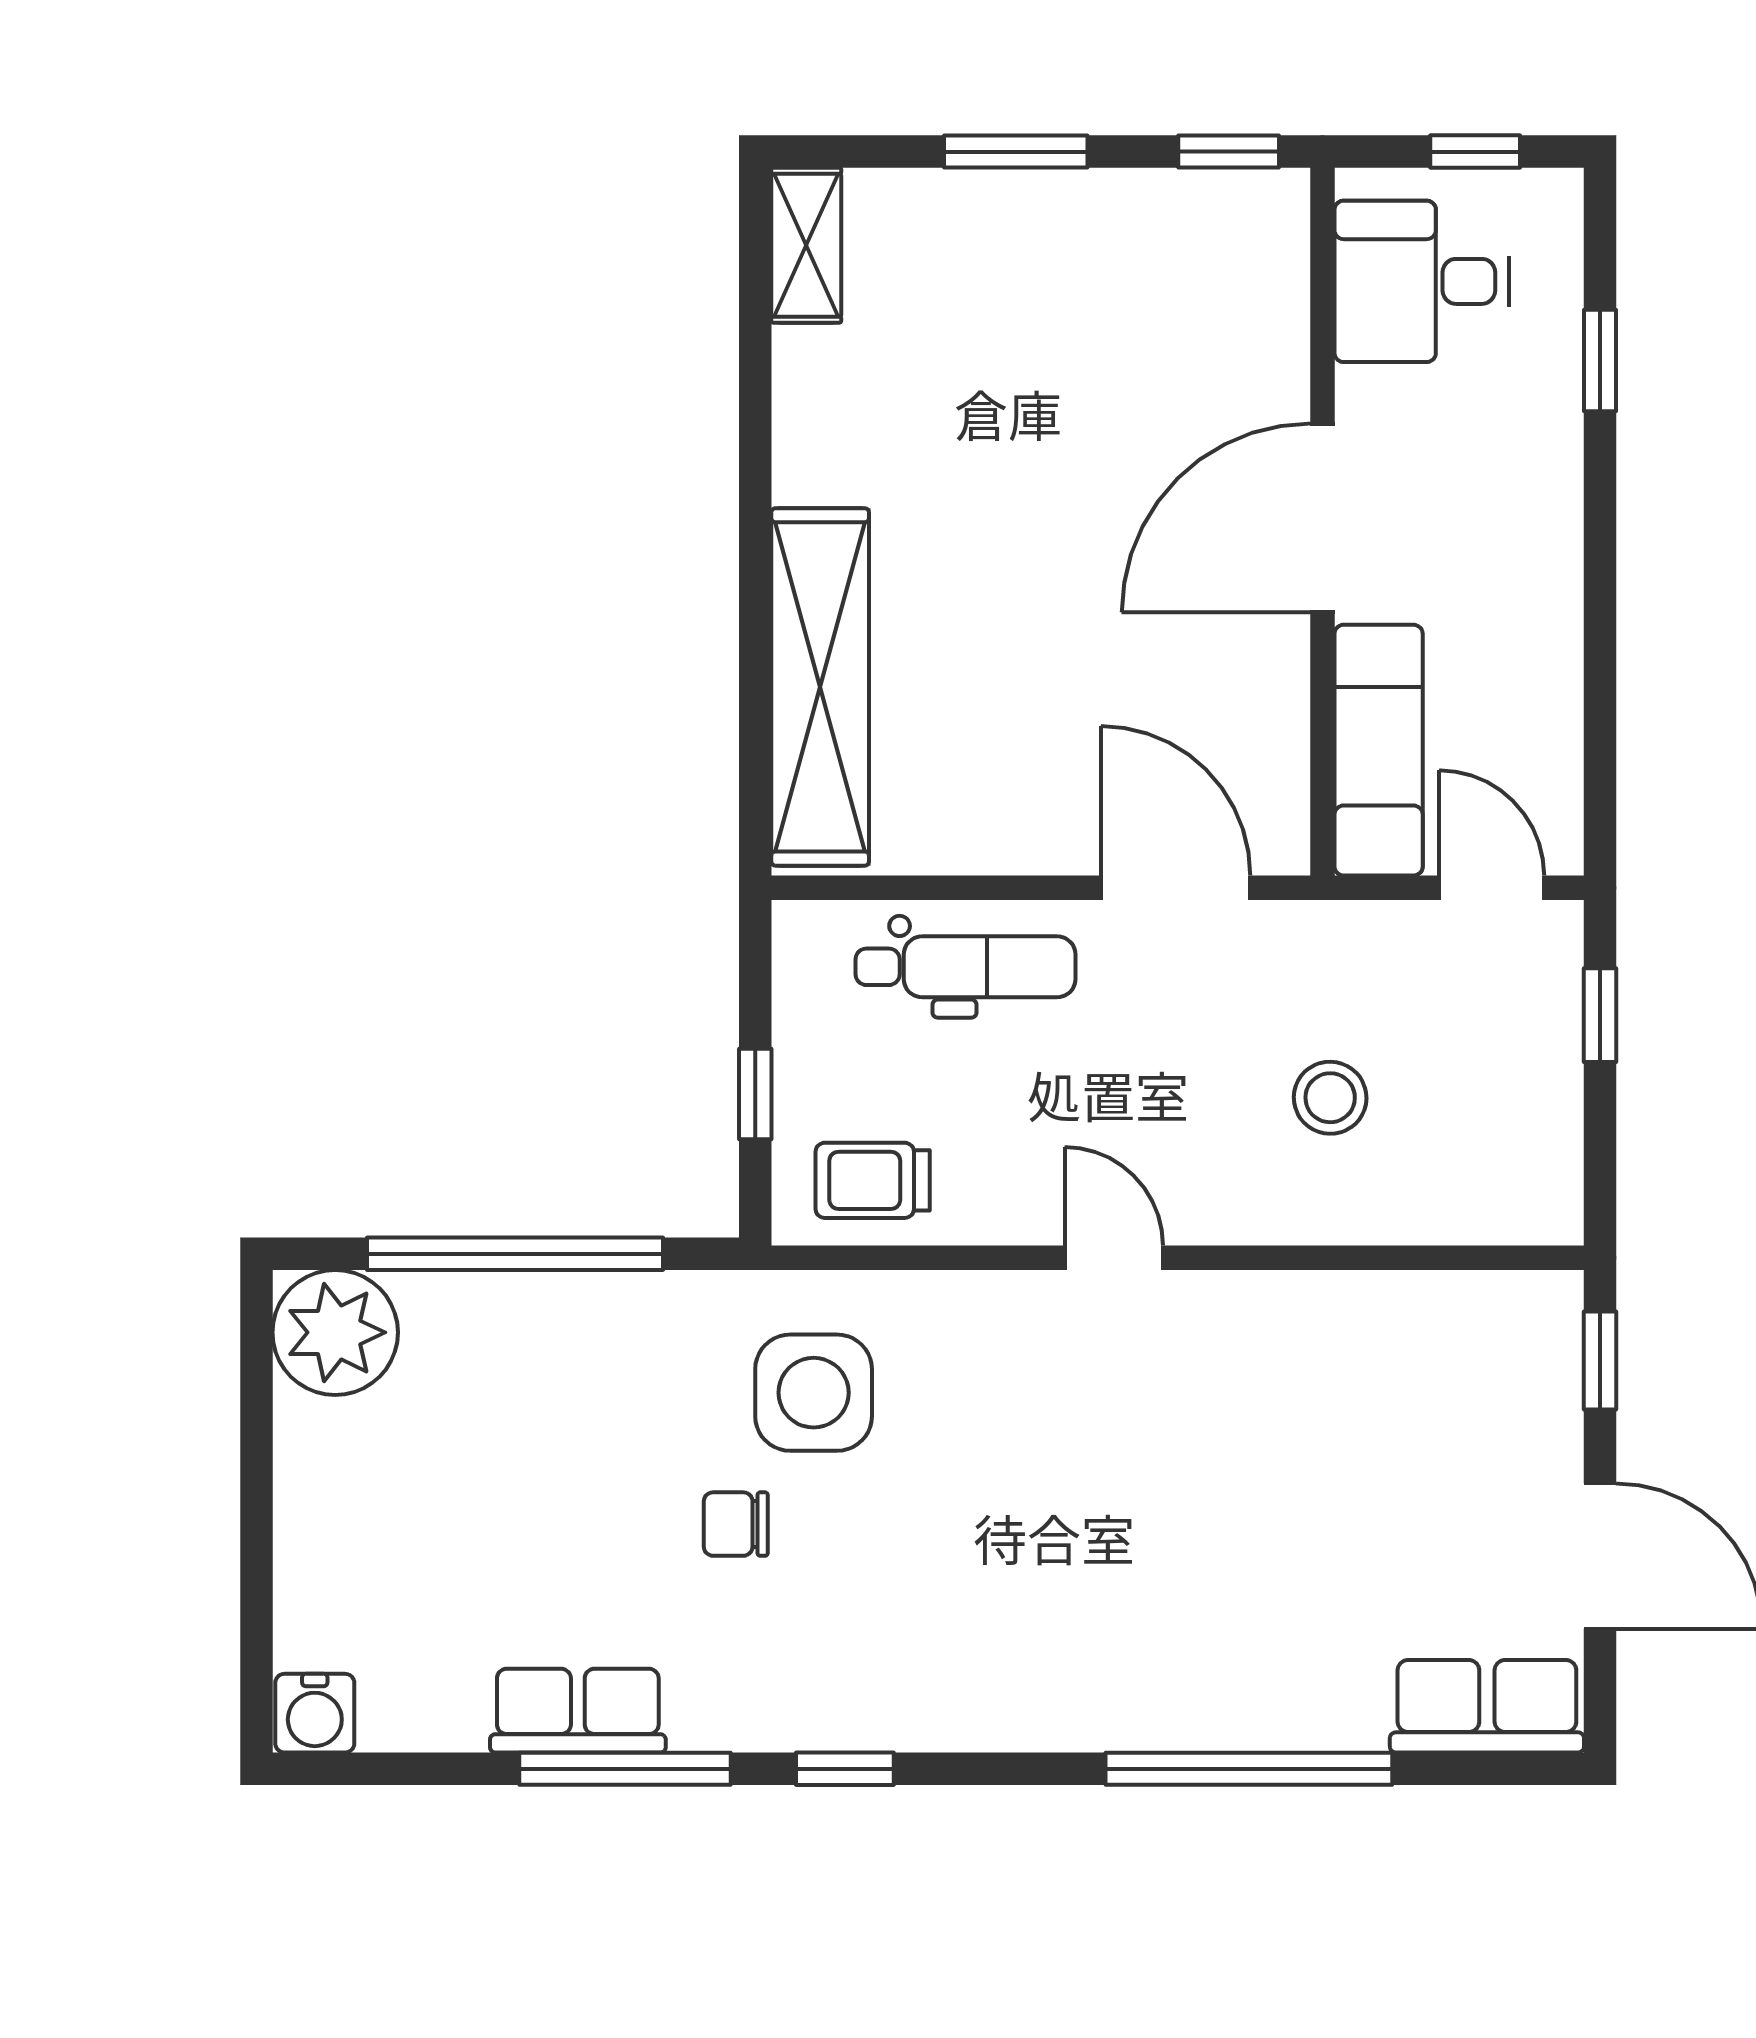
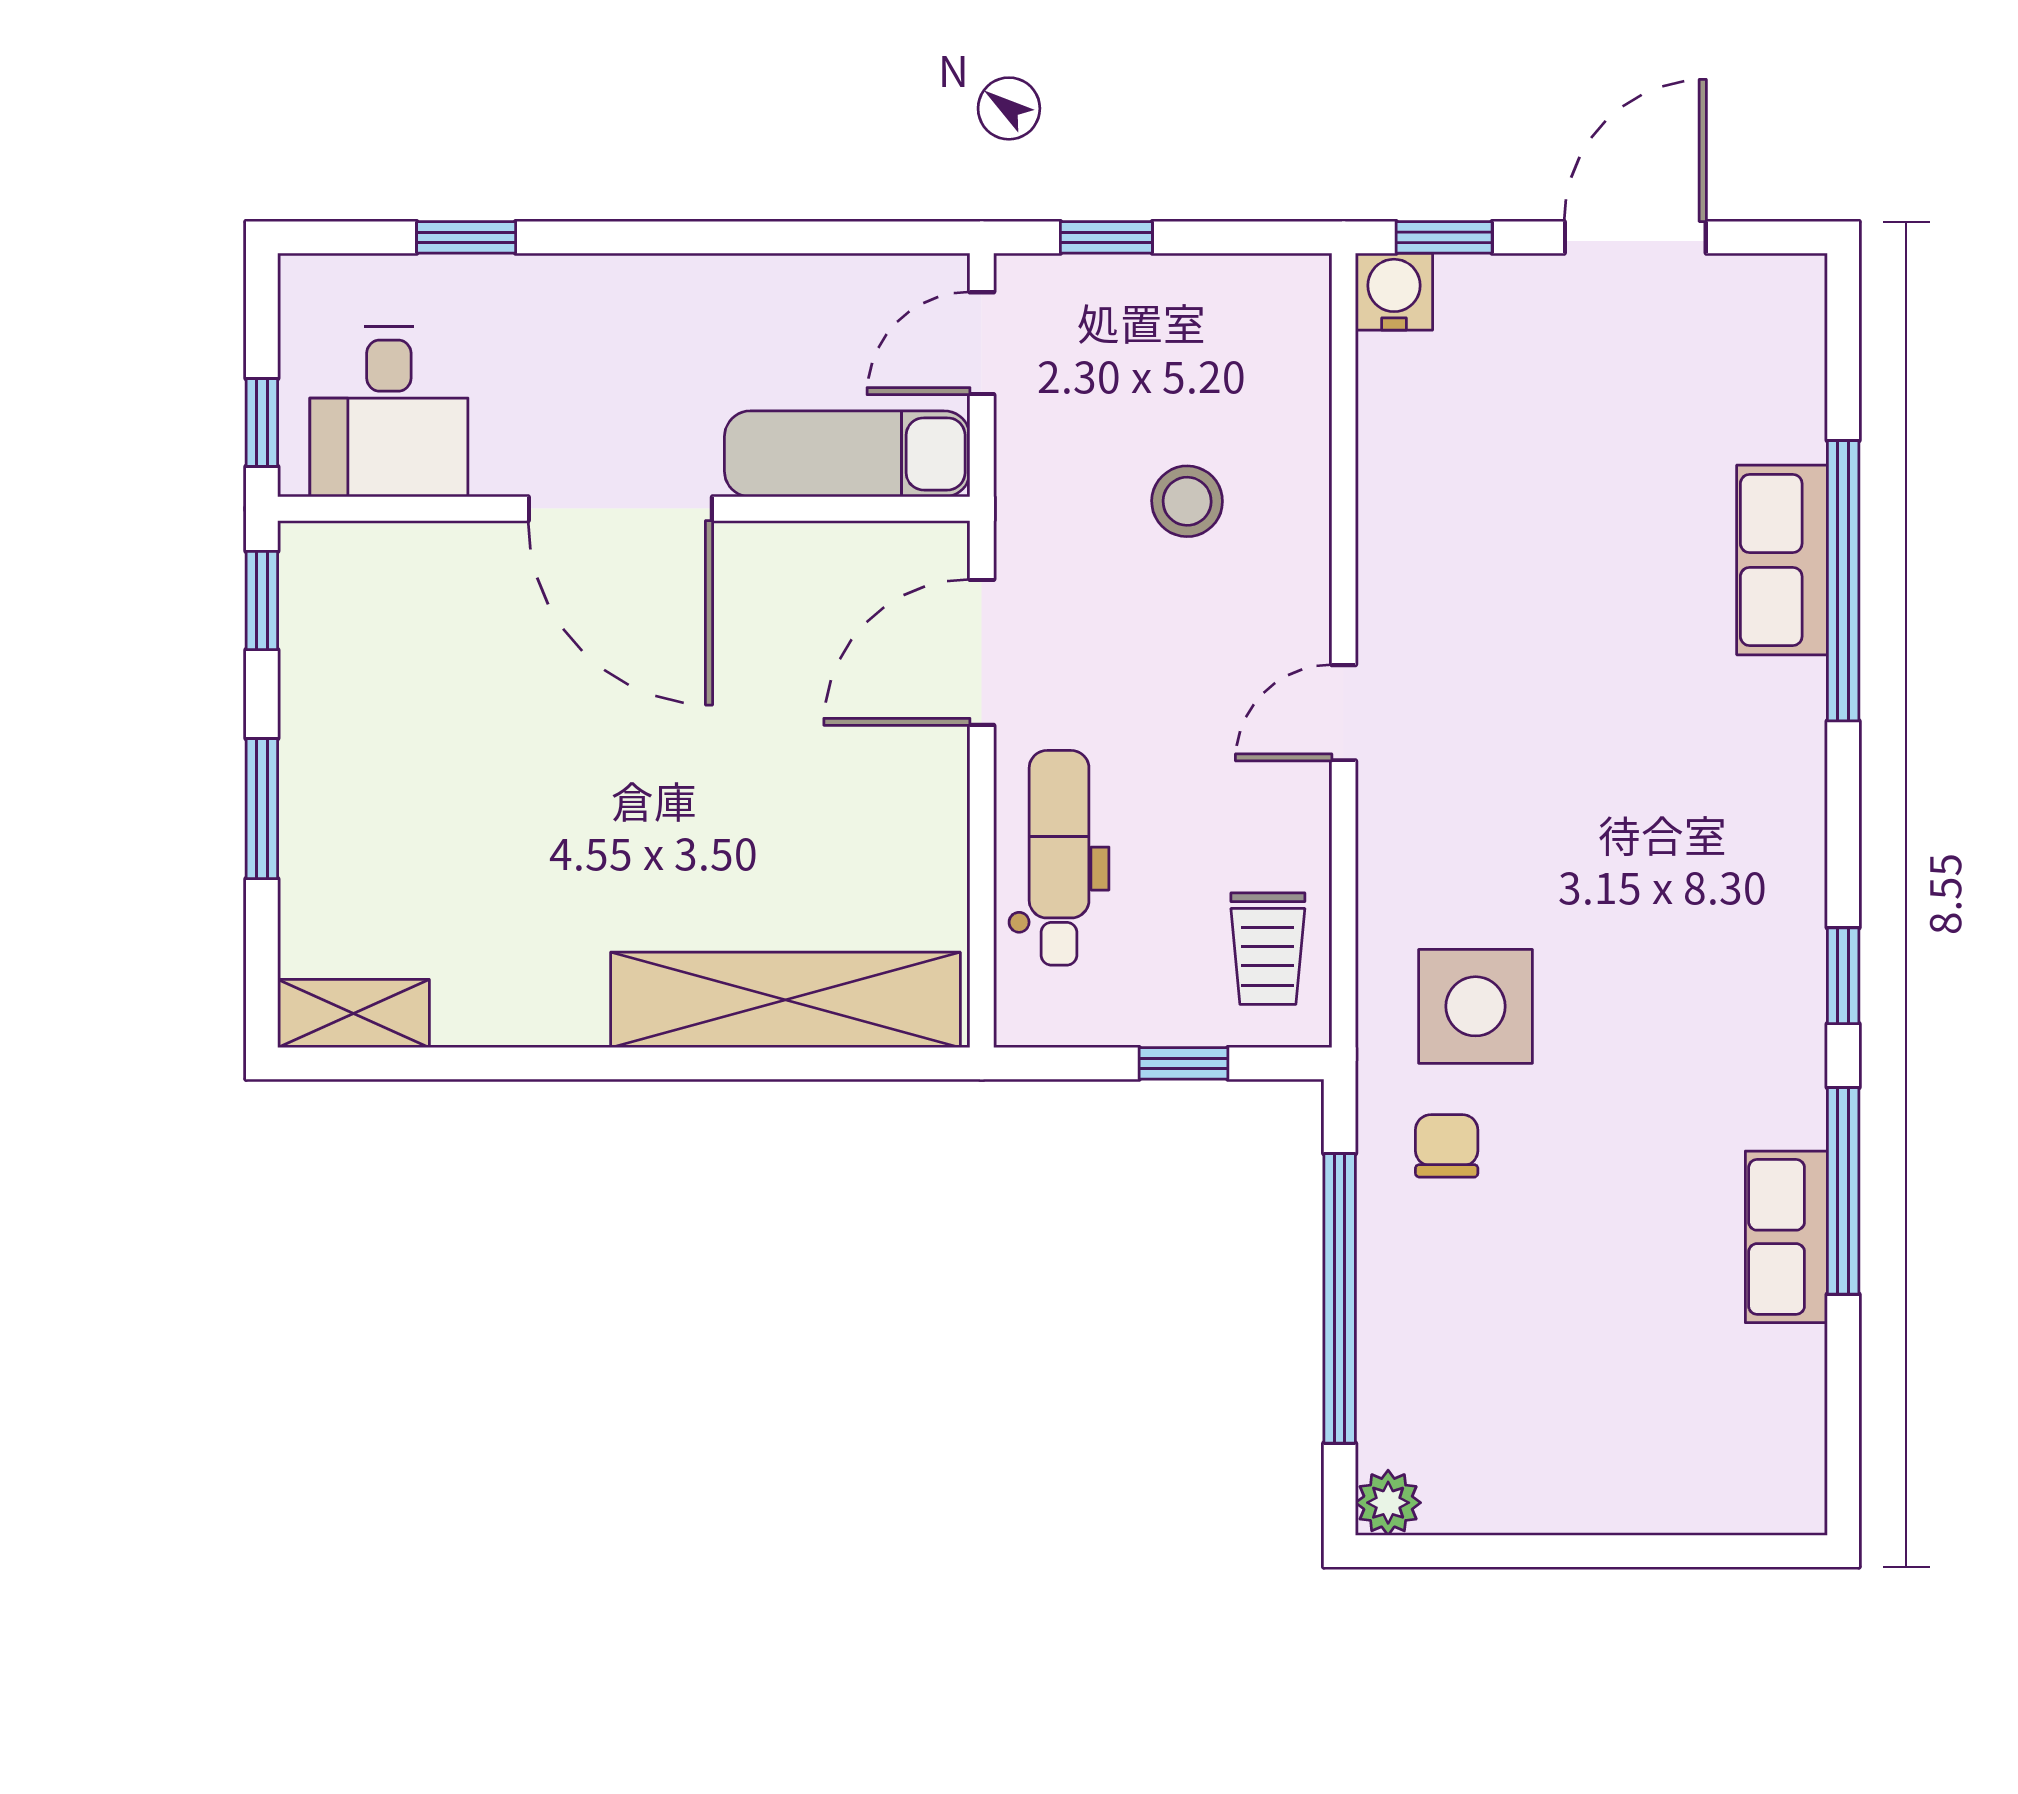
window: (1475, 152) -> (262, 422), moved
plant: (335, 1332) -> (1388, 1503), width x0.53, depth x0.53
chair: (736, 1524) -> (1447, 1146), moved, turned 180
row of seats: (1487, 1706) -> (1782, 560), moved
water cooler: (315, 1713) -> (1394, 292), moved, turned -90

